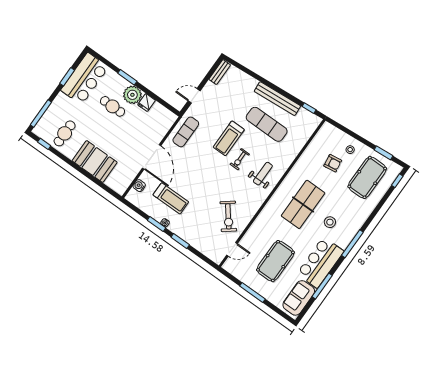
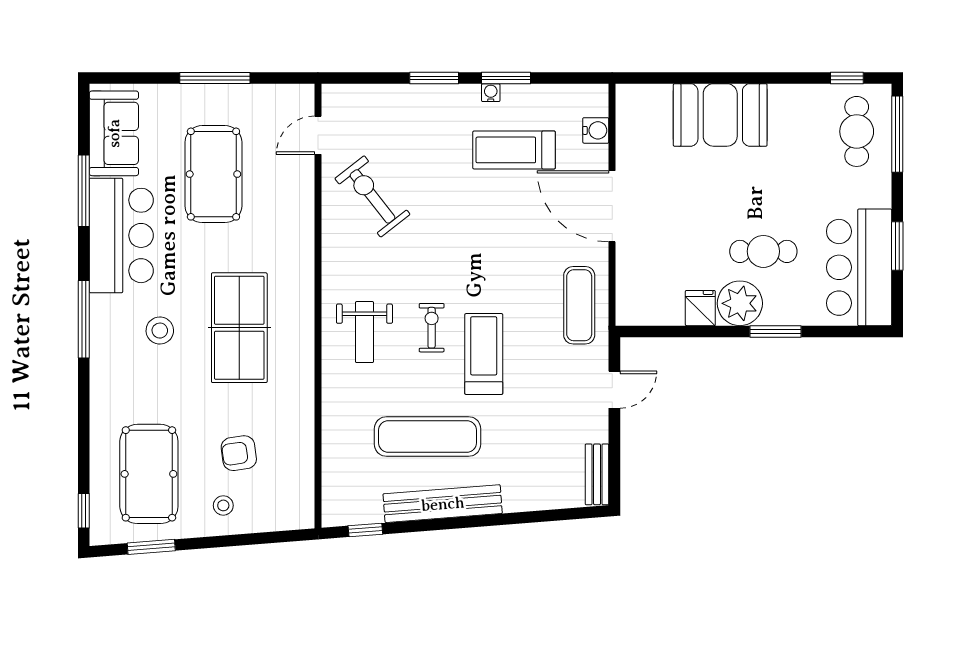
cafe table: (65, 133) -> (857, 131), moved

